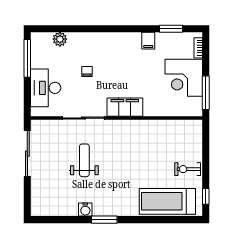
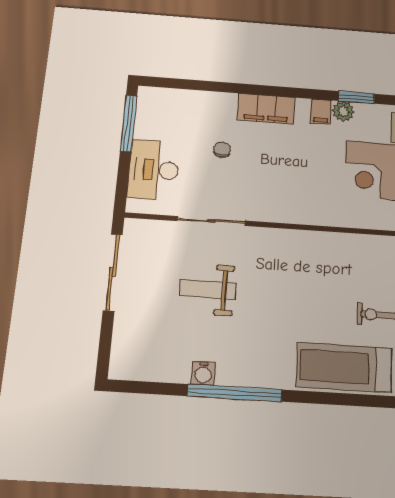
plant: (60, 39) -> (343, 111), moved
filing cabinet: (125, 107) -> (266, 109), moved, turned 180
weight bench: (84, 160) -> (208, 289), turned -90
window: (104, 220) -> (235, 393), width x2.11

